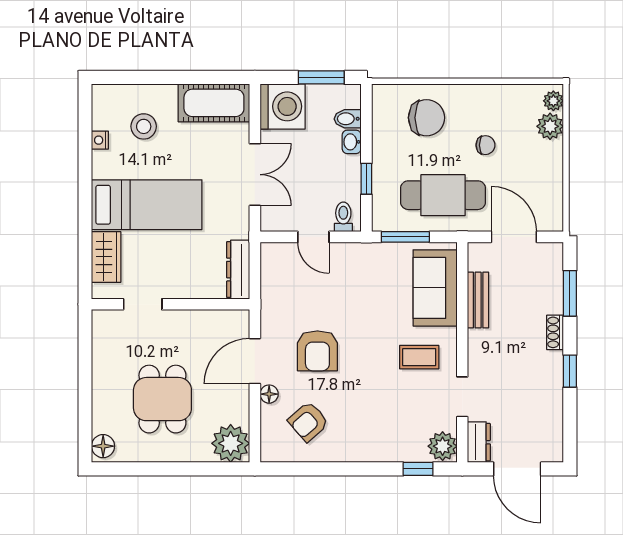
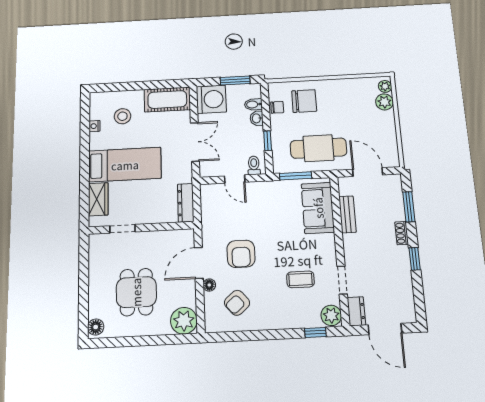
chair: (485, 145) -> (277, 107), moved
coffee table: (419, 357) -> (300, 279), moved

